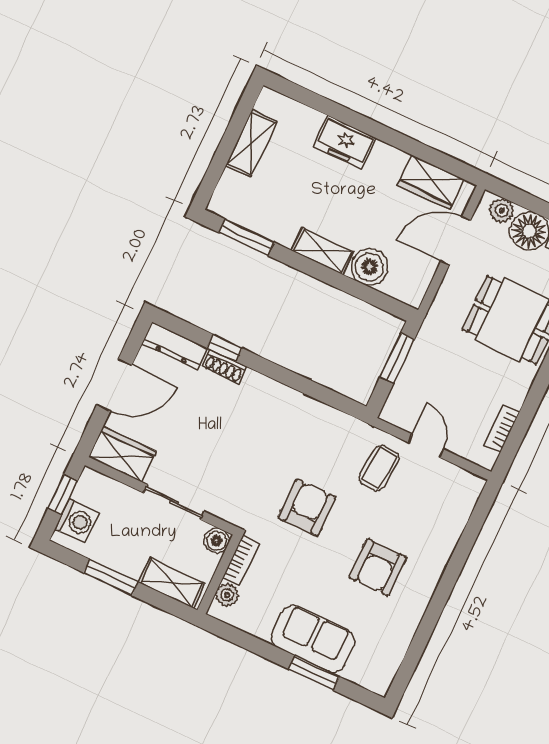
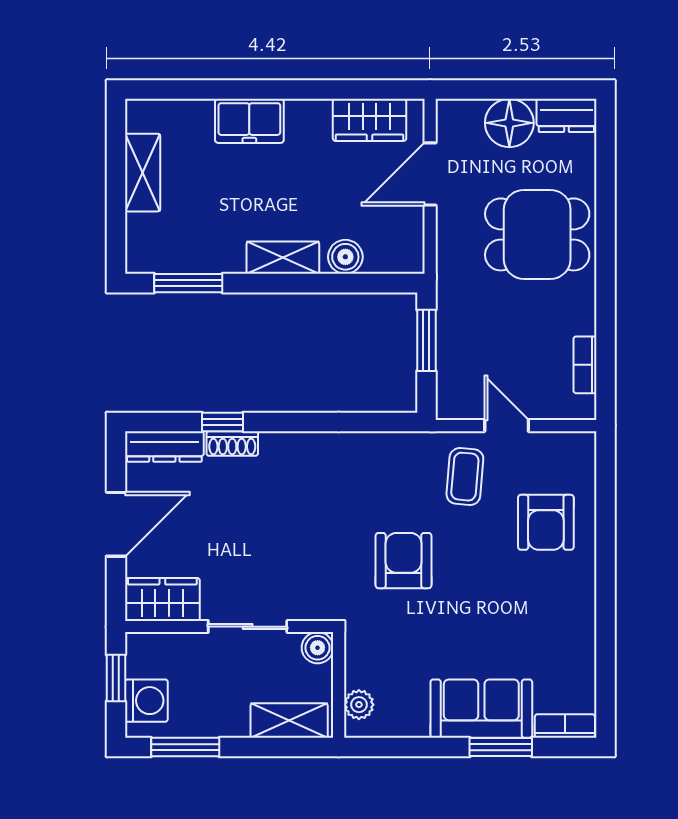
plant: (502, 210) -> (467, 114), removed
boiler: (370, 267) -> (345, 257), width x0.73, depth x0.73
bookcase: (241, 560) -> (565, 726), moved, turned -90
armchair: (378, 567) -> (546, 522), moved
window: (111, 577) -> (185, 747), moved

